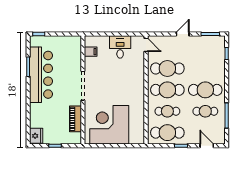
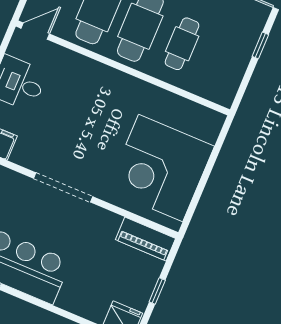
piano: (76, 119) -> (145, 239), moved
cafe table: (167, 133) -> (224, 61), removed

